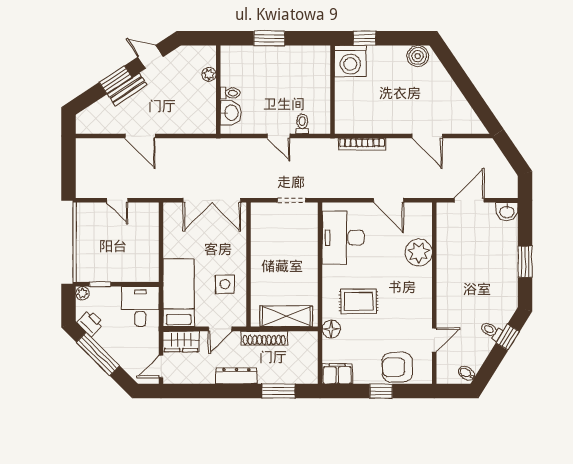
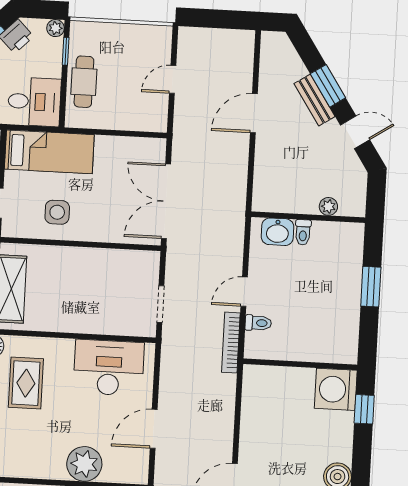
door: (151, 57) -> (355, 132), hinge flipped
bookcase: (362, 144) -> (231, 343), moved
cafe table: (123, 269) -> (84, 82), added

